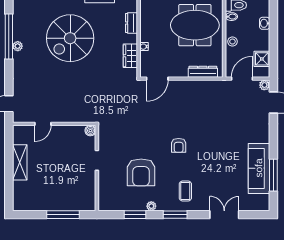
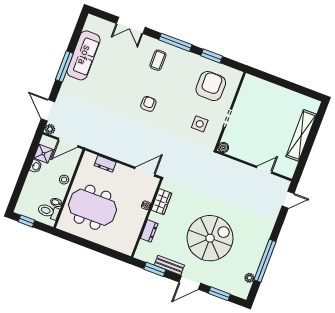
washbasin: (265, 23) -> (36, 166), moved
plant: (18, 46) -> (249, 278), moved
dresser: (203, 72) -> (105, 164), width x0.70
side table: (122, 145) -> (200, 124), added
shelving: (20, 162) -> (301, 135), width x1.47
armchair: (141, 172) -> (211, 86), moved
window: (273, 175) -> (64, 66), moved
plant: (151, 206) -> (194, 58), removed
window: (63, 215) -> (277, 81), removed
window: (175, 215) -> (175, 42), width x1.44

